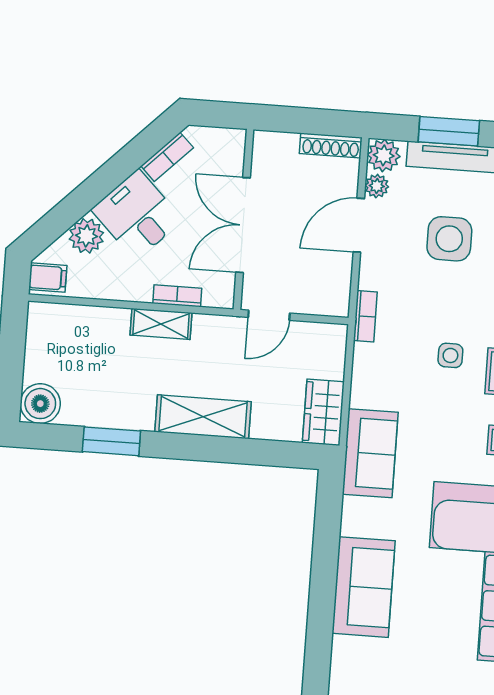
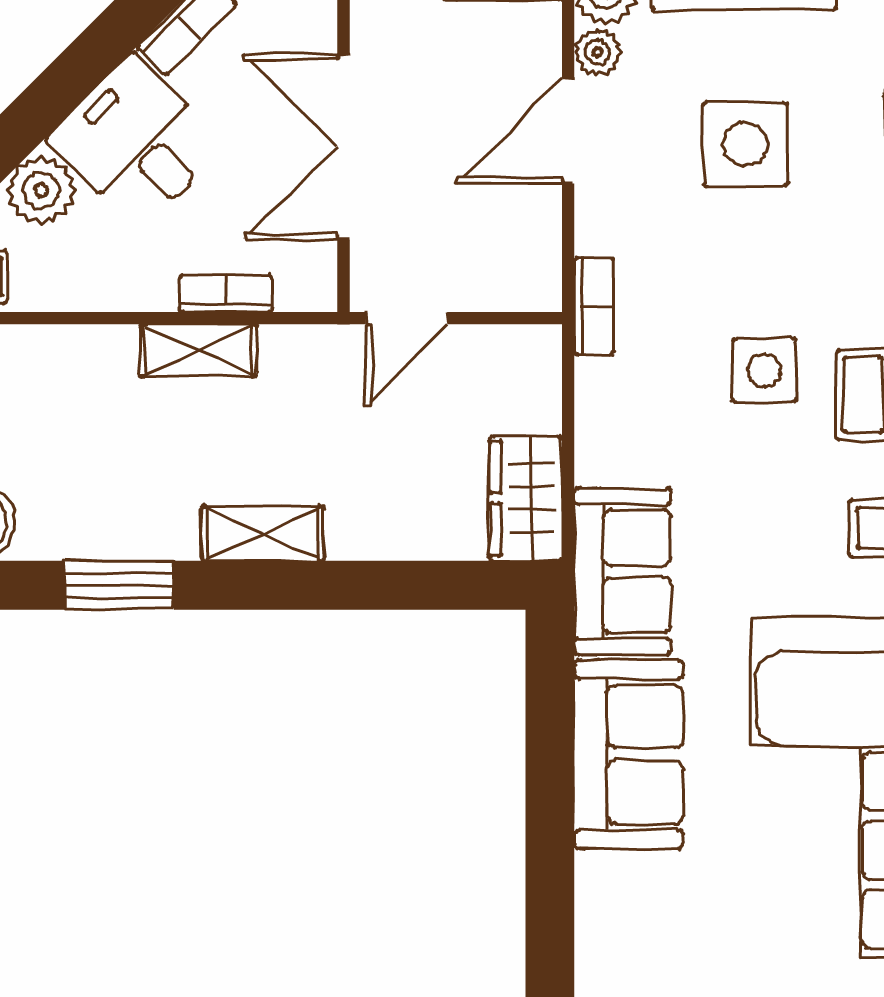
side table: (450, 355) -> (764, 370), width x1.37, depth x1.37
shelving: (203, 417) -> (263, 534), width x0.67, depth x0.75
sofa: (364, 587) -> (629, 754), moved

